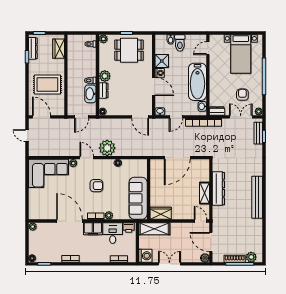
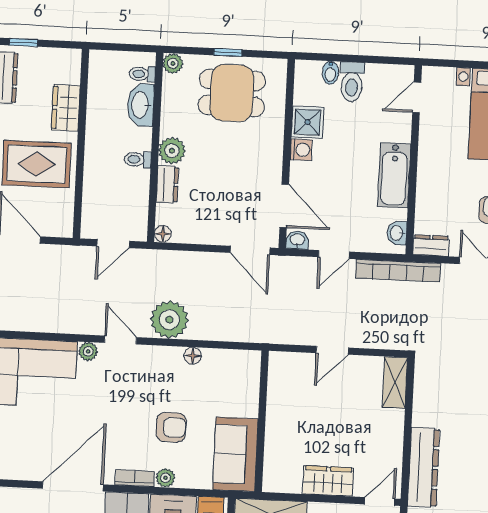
wardrobe: (59, 49) -> (66, 108), moved
bathtub: (197, 82) -> (394, 175), width x0.73, depth x0.73
door: (154, 87) -> (284, 206), moved
washbasin: (90, 94) -> (141, 105), moved
door: (177, 158) -> (332, 350), width x0.53
armchair: (96, 186) -> (171, 427), moved
dresser: (218, 189) -> (424, 467), moved
shelving: (204, 193) -> (395, 383), moved
sofa: (138, 198) -> (235, 454), width x0.73
wardrobe: (161, 213) -> (328, 481), moved
door: (70, 221) -> (73, 486), hinge flipped
door: (201, 221) -> (380, 501), hinge flipped

